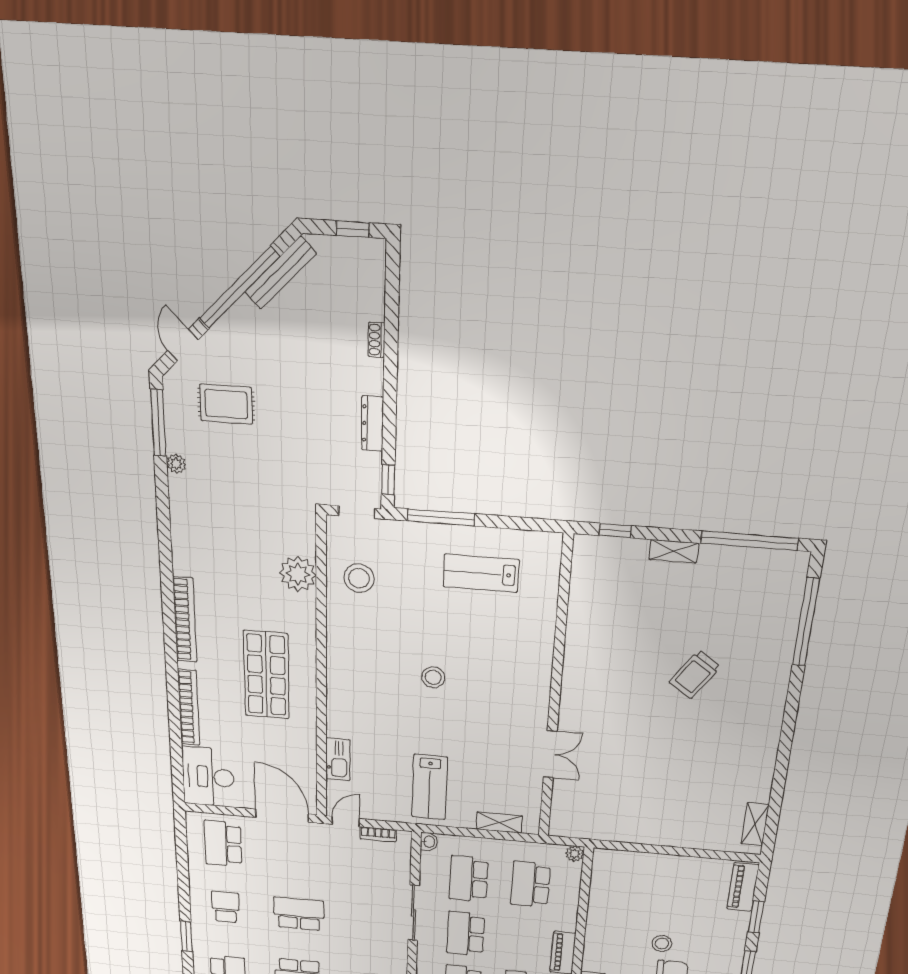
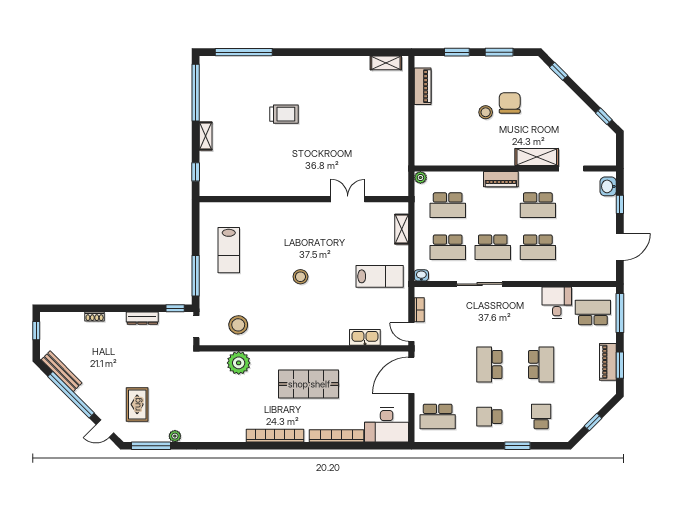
trolley: (695, 675) -> (284, 114), turned -34
piano: (743, 887) -> (423, 86), moved, turned -90

